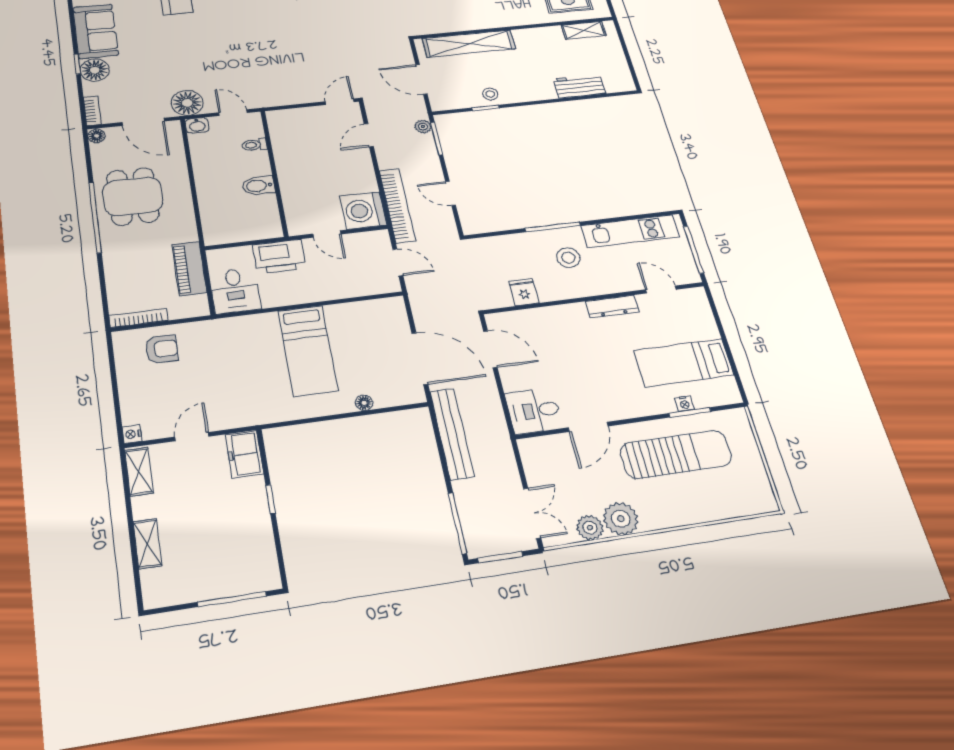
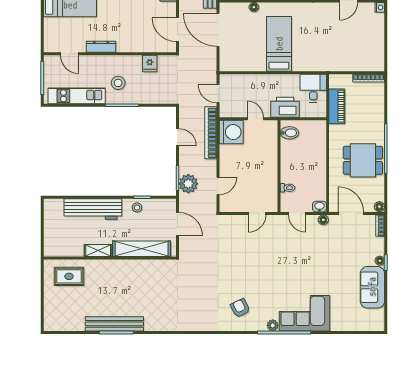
shelving: (584, 30) -> (98, 251), moved
floor lamp: (95, 70) -> (380, 261), width x0.53, depth x0.53
workbench: (579, 86) -> (93, 209), width x1.88, depth x1.32
door: (340, 102) -> (257, 213), moved
floor lamp: (187, 103) -> (323, 220), width x0.53, depth x0.53
plant: (423, 127) -> (188, 184), width x1.88, depth x1.88
bidet: (259, 186) -> (289, 133), moved
dining table: (133, 196) -> (363, 160), turned 90
armchair: (162, 349) -> (358, 57), removed

